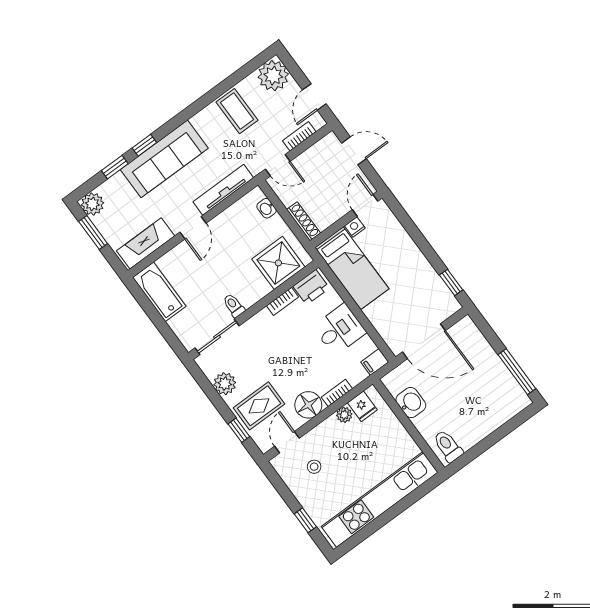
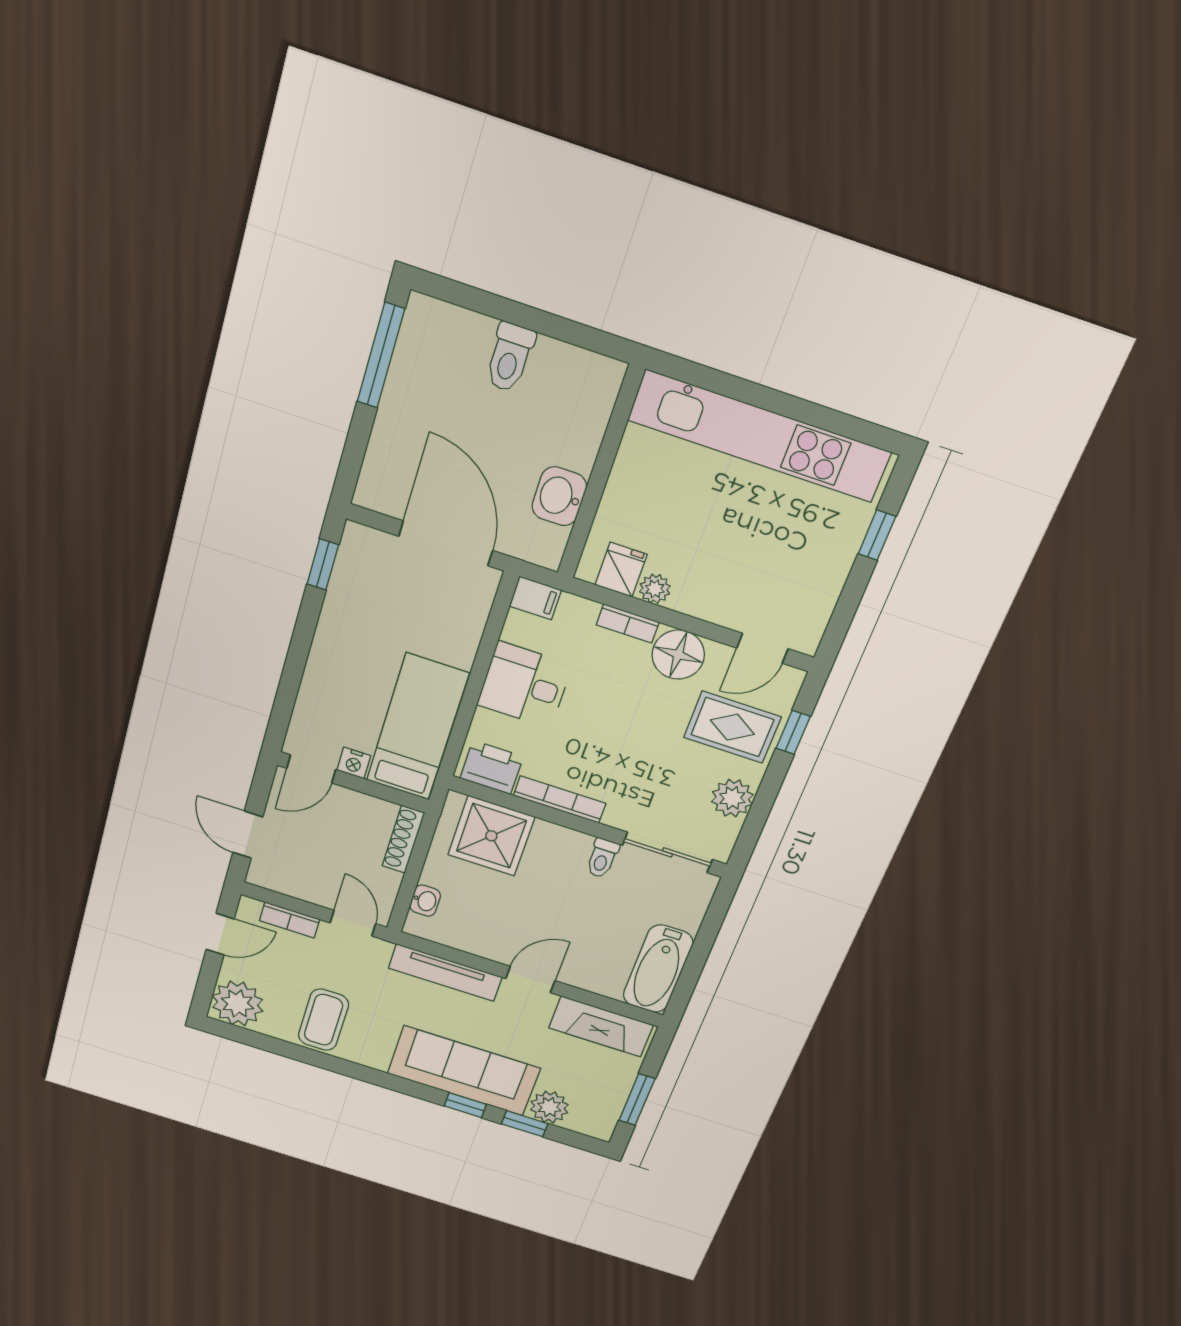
plant: (92, 204) -> (549, 1107), moved
bookcase: (282, 301) -> (560, 799), width x1.56
toilet: (448, 446) -> (510, 357), moved
stool: (314, 467) -> (775, 580), removed

